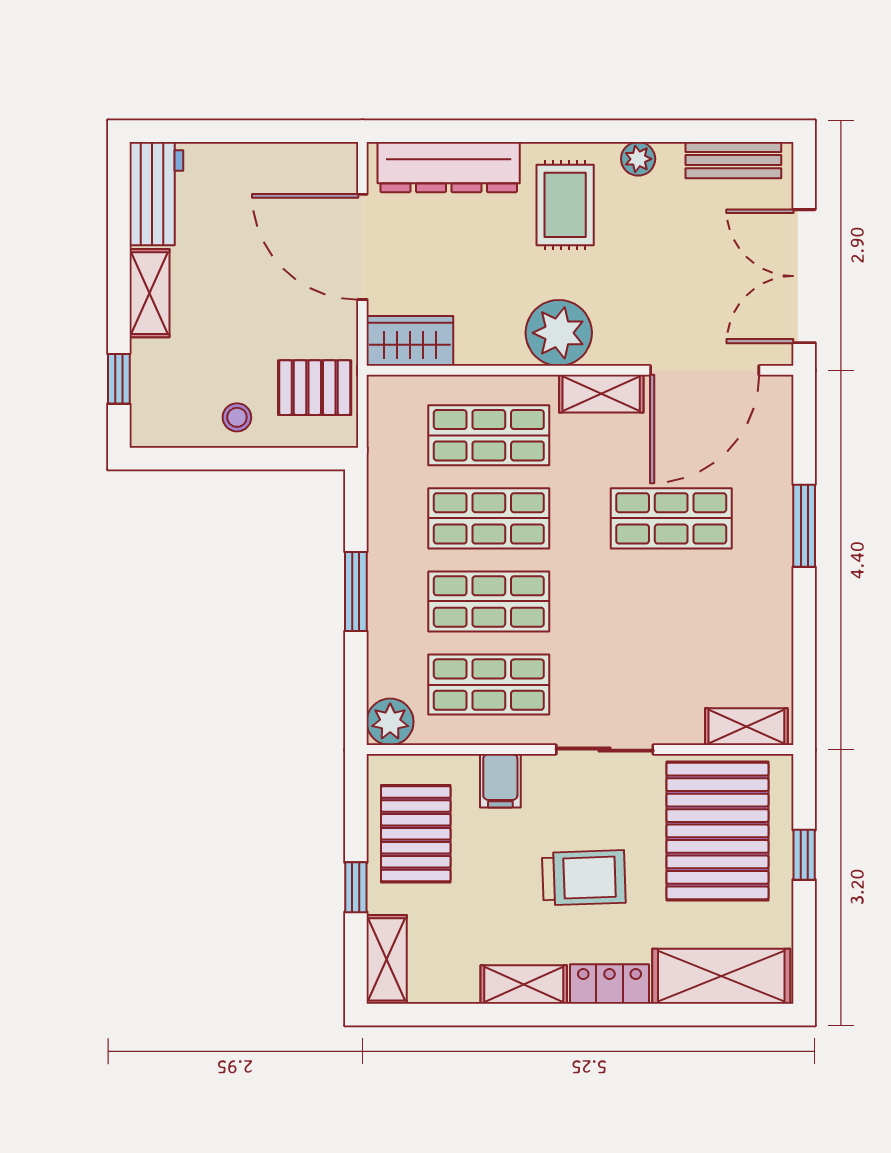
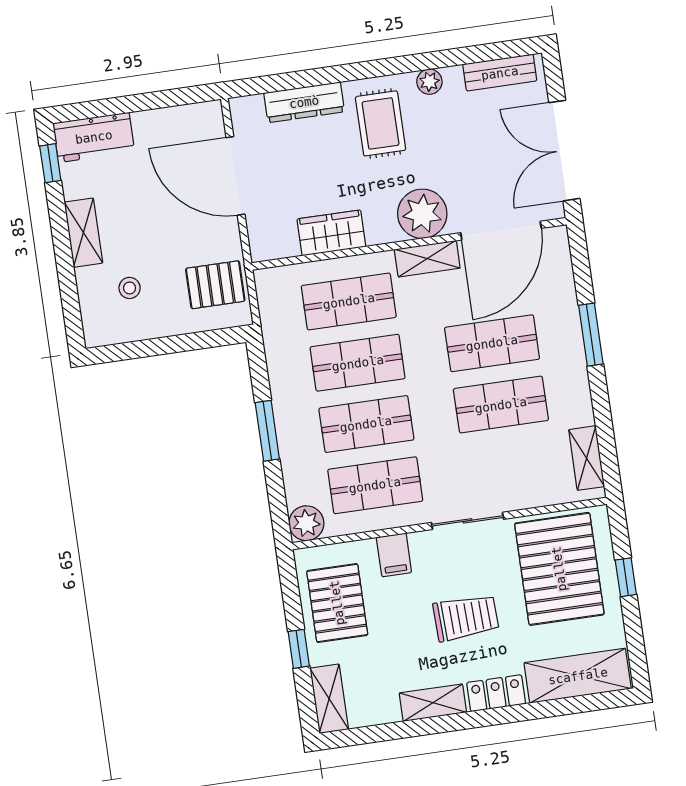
dresser: (449, 167) -> (304, 102), width x0.73, depth x0.80
workbench: (156, 194) -> (94, 137), moved, turned 90
plant: (559, 333) -> (422, 214), moved
wardrobe: (410, 341) -> (331, 233), moved
window: (119, 379) -> (50, 163), moved
stool: (237, 417) -> (130, 288), moved
shop shelf: (671, 601) -> (501, 405), added
shelving: (746, 727) -> (587, 458), moved, turned 90

